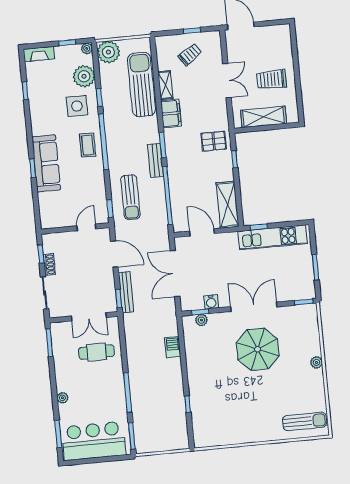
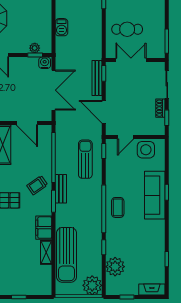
plant: (87, 48) -> (110, 290), removed
trolley: (190, 54) -> (37, 185), moved
side table: (77, 106) -> (146, 150), moved
water cooler: (211, 302) -> (45, 63), moved

